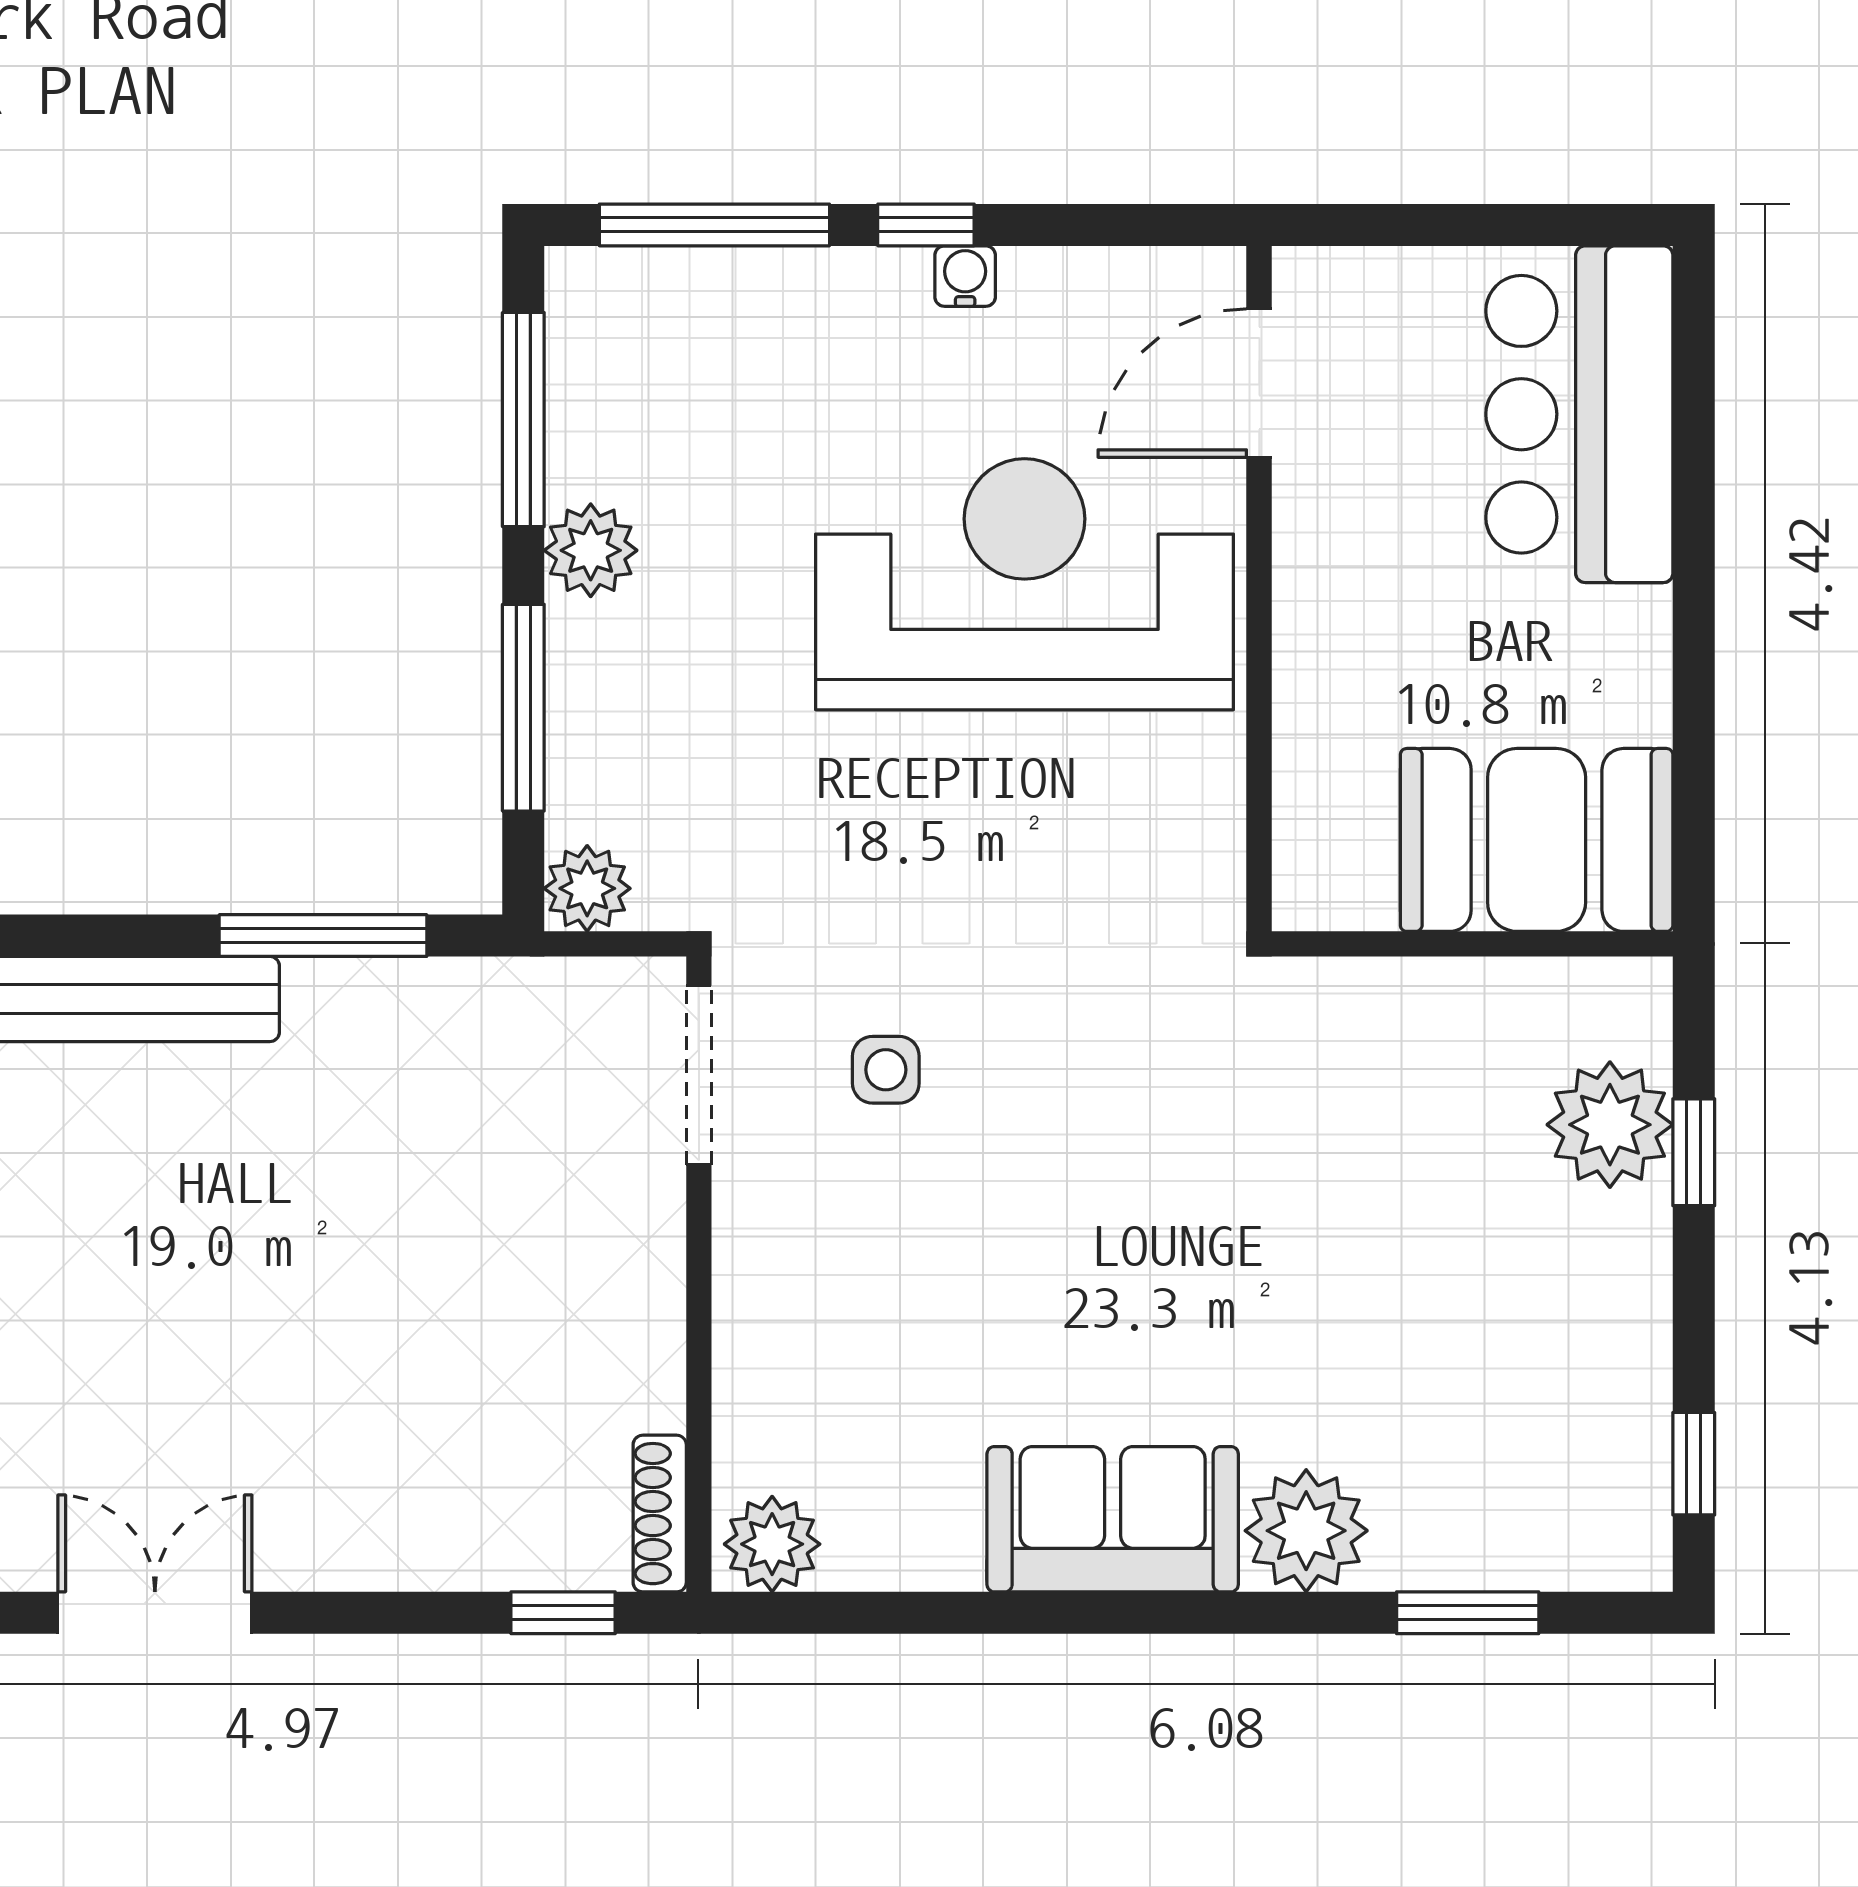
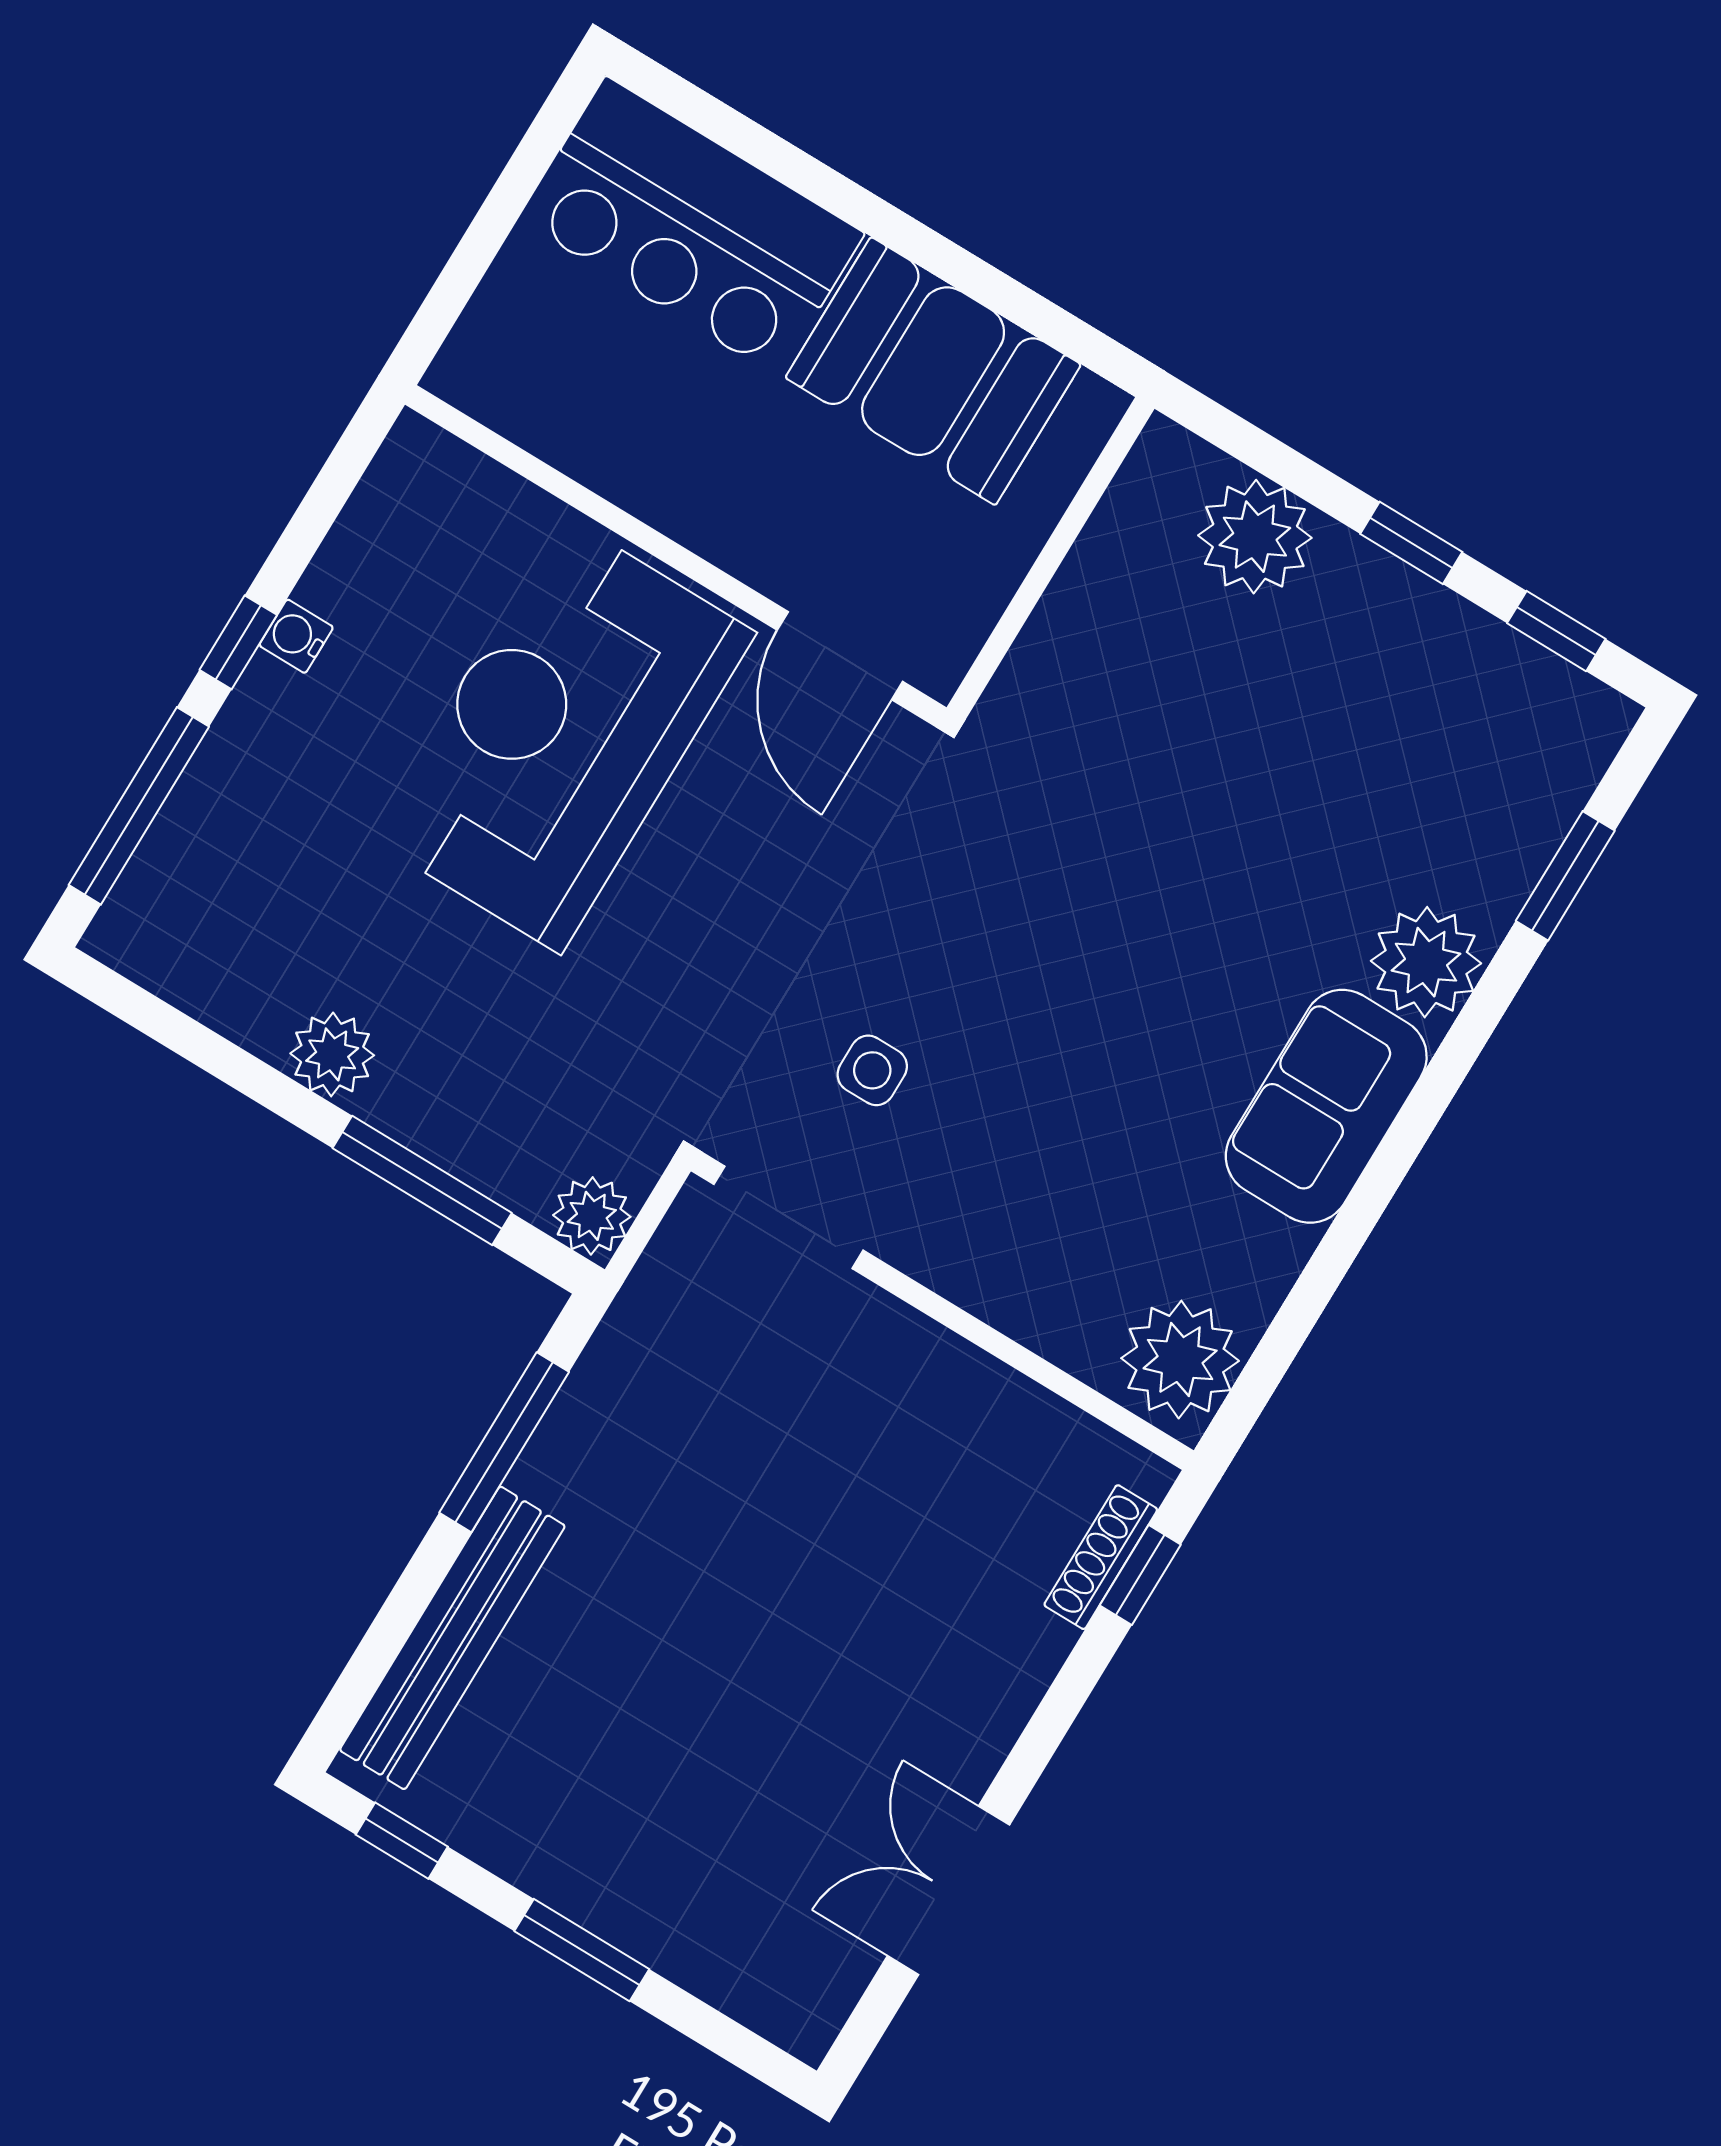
door: (1259, 383) -> (840, 656), moved
window: (523, 420) -> (199, 1045), removed
booth: (1537, 840) -> (933, 371), moved, turned 90
window: (1694, 1152) -> (1411, 543), moved
shoe rack: (660, 1514) -> (1101, 1557), moved, turned 90
plant: (772, 1544) -> (1180, 1360), width x1.36, depth x1.36

